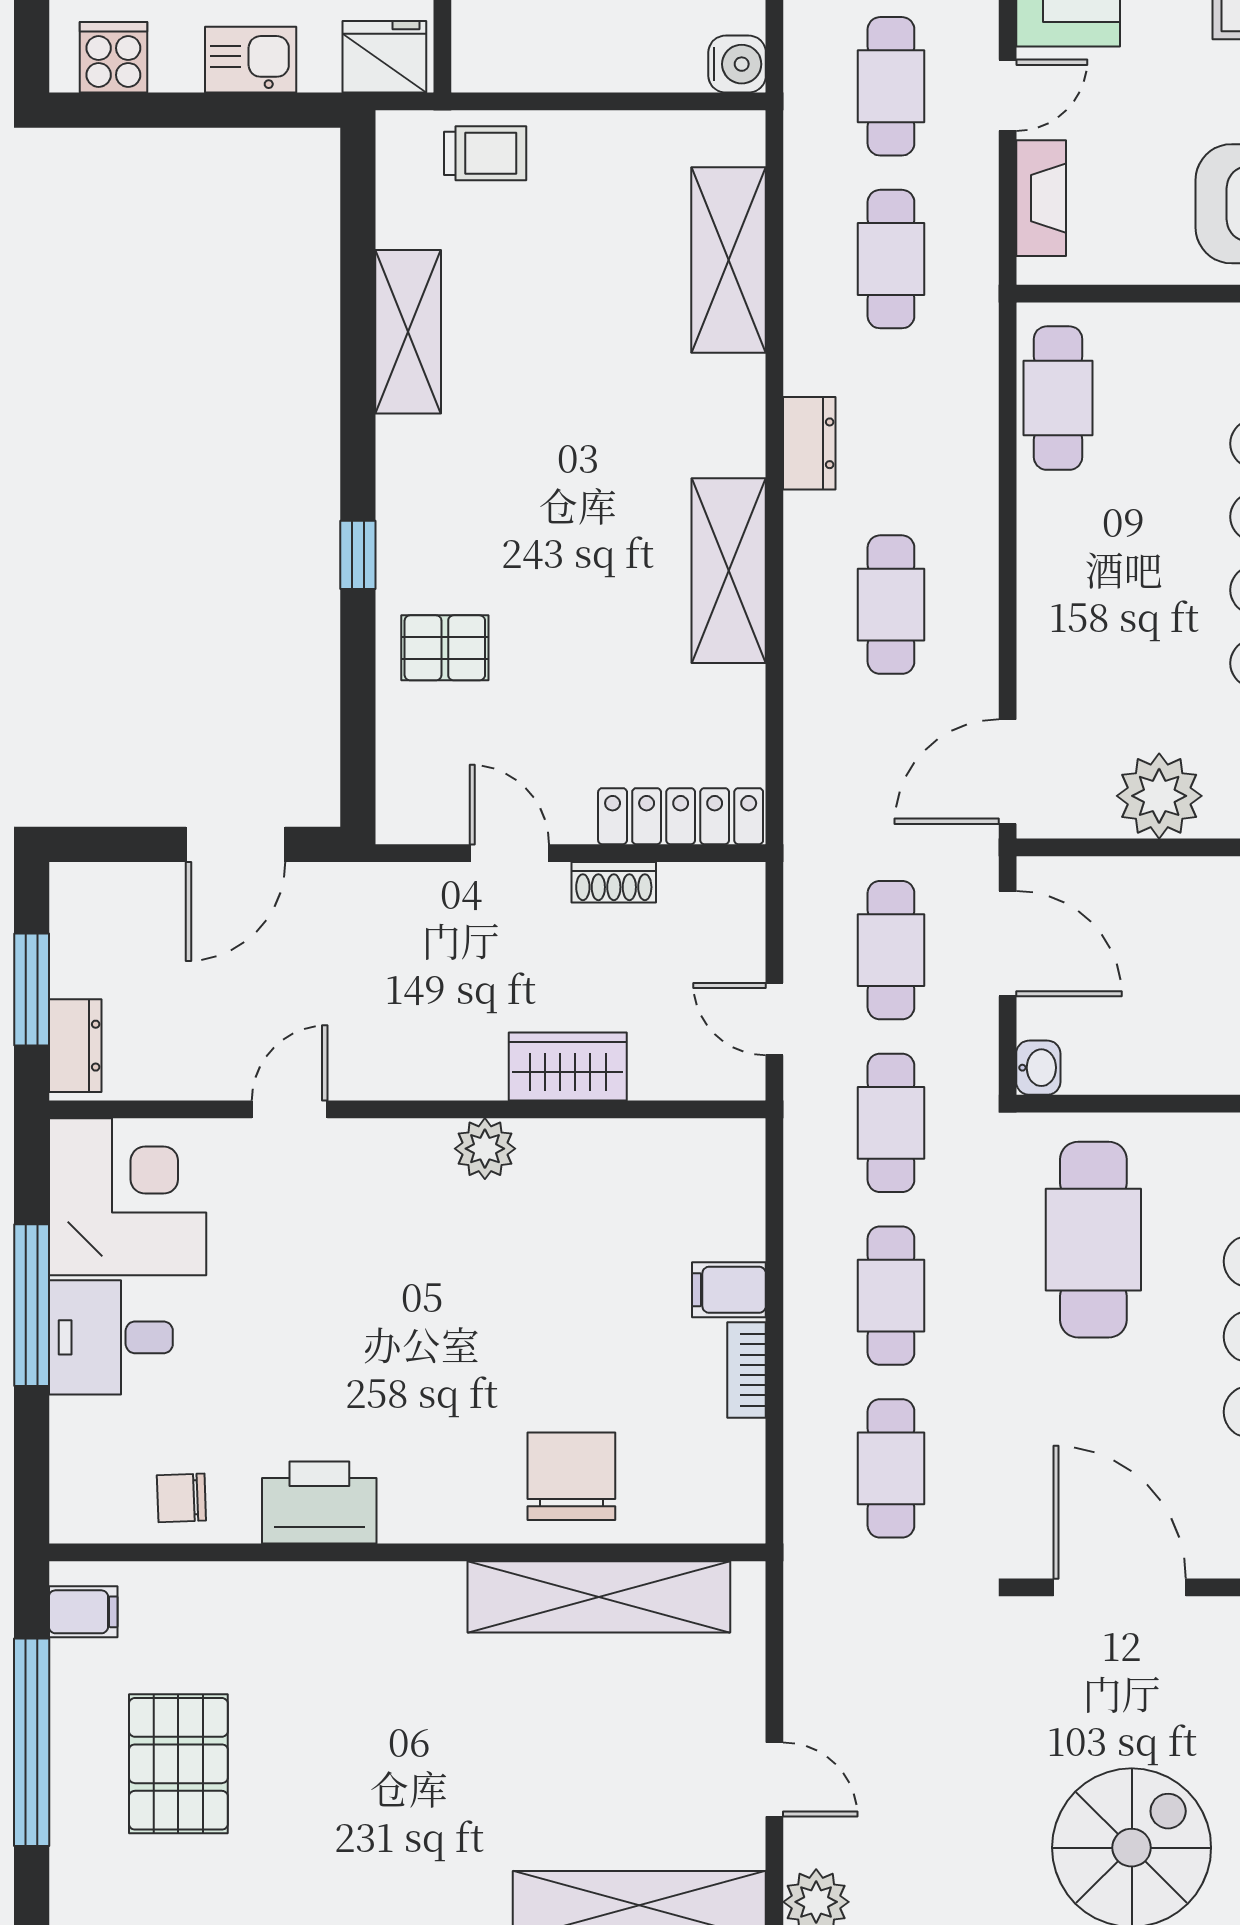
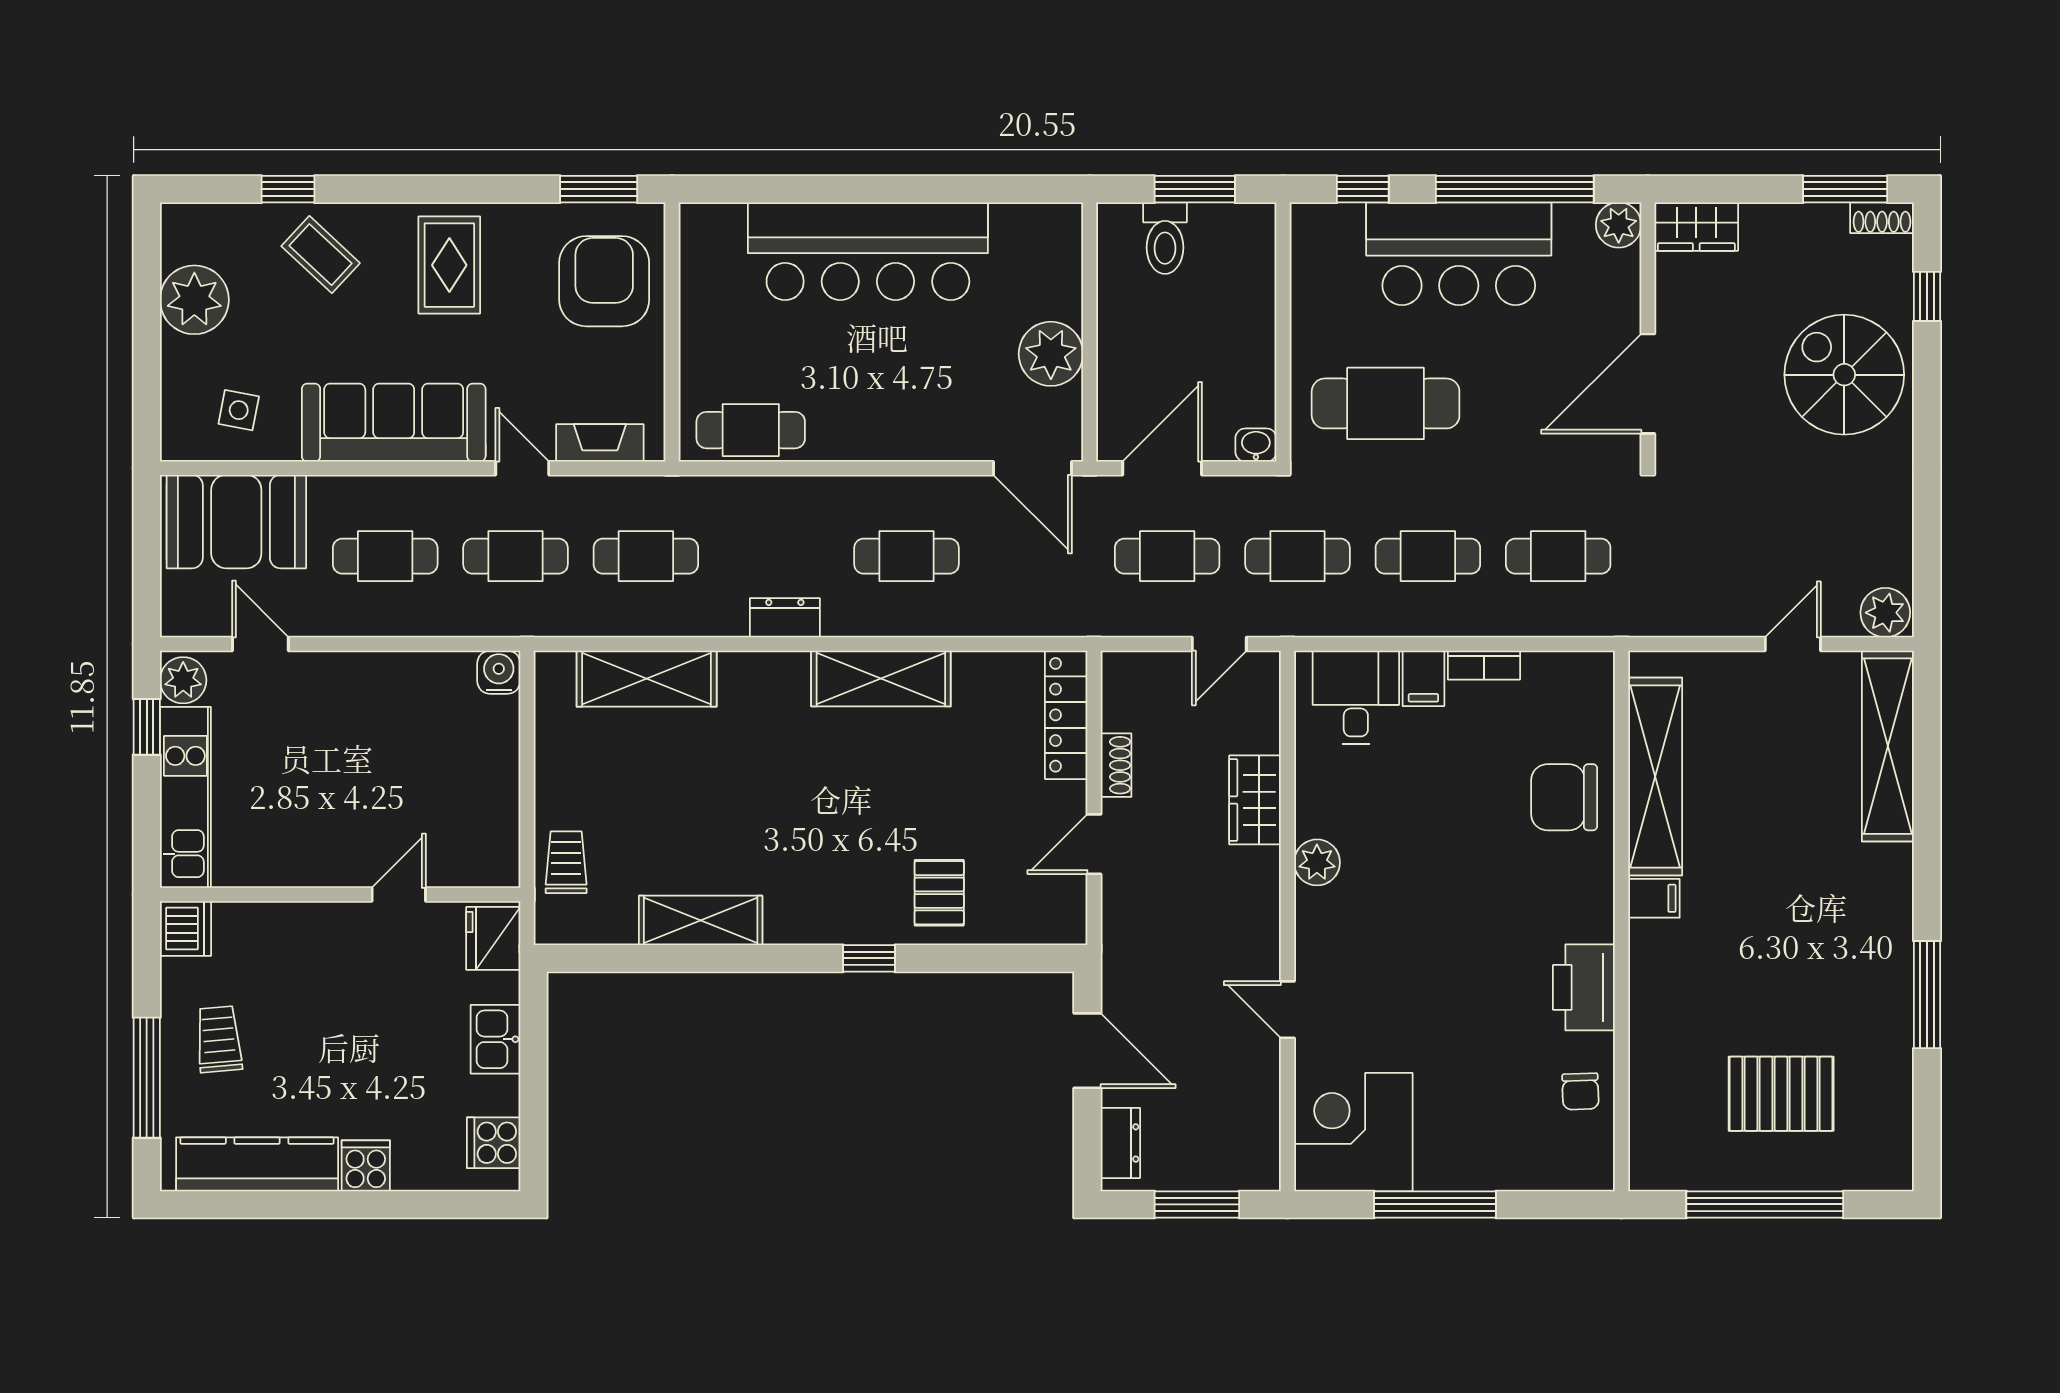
dresser: (75, 1046) -> (1120, 1143), moved, turned 90
desk: (111, 1337) -> (1356, 697), moved, turned 180
filing cabinet: (83, 1612) -> (1654, 898), moved, turned 90

